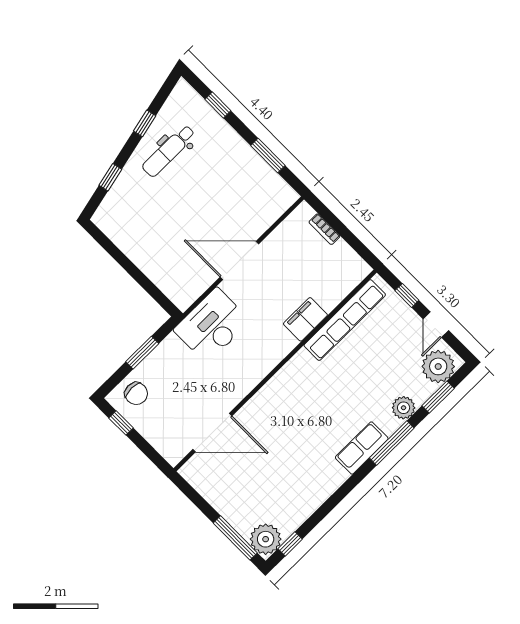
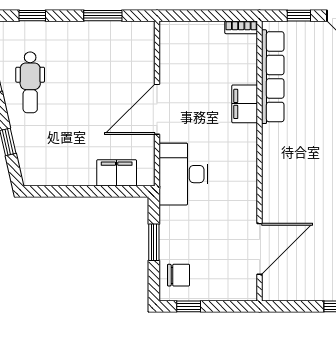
bookcase: (324, 229) -> (241, 27), moved
filing cabinet: (165, 277) -> (117, 173), added

